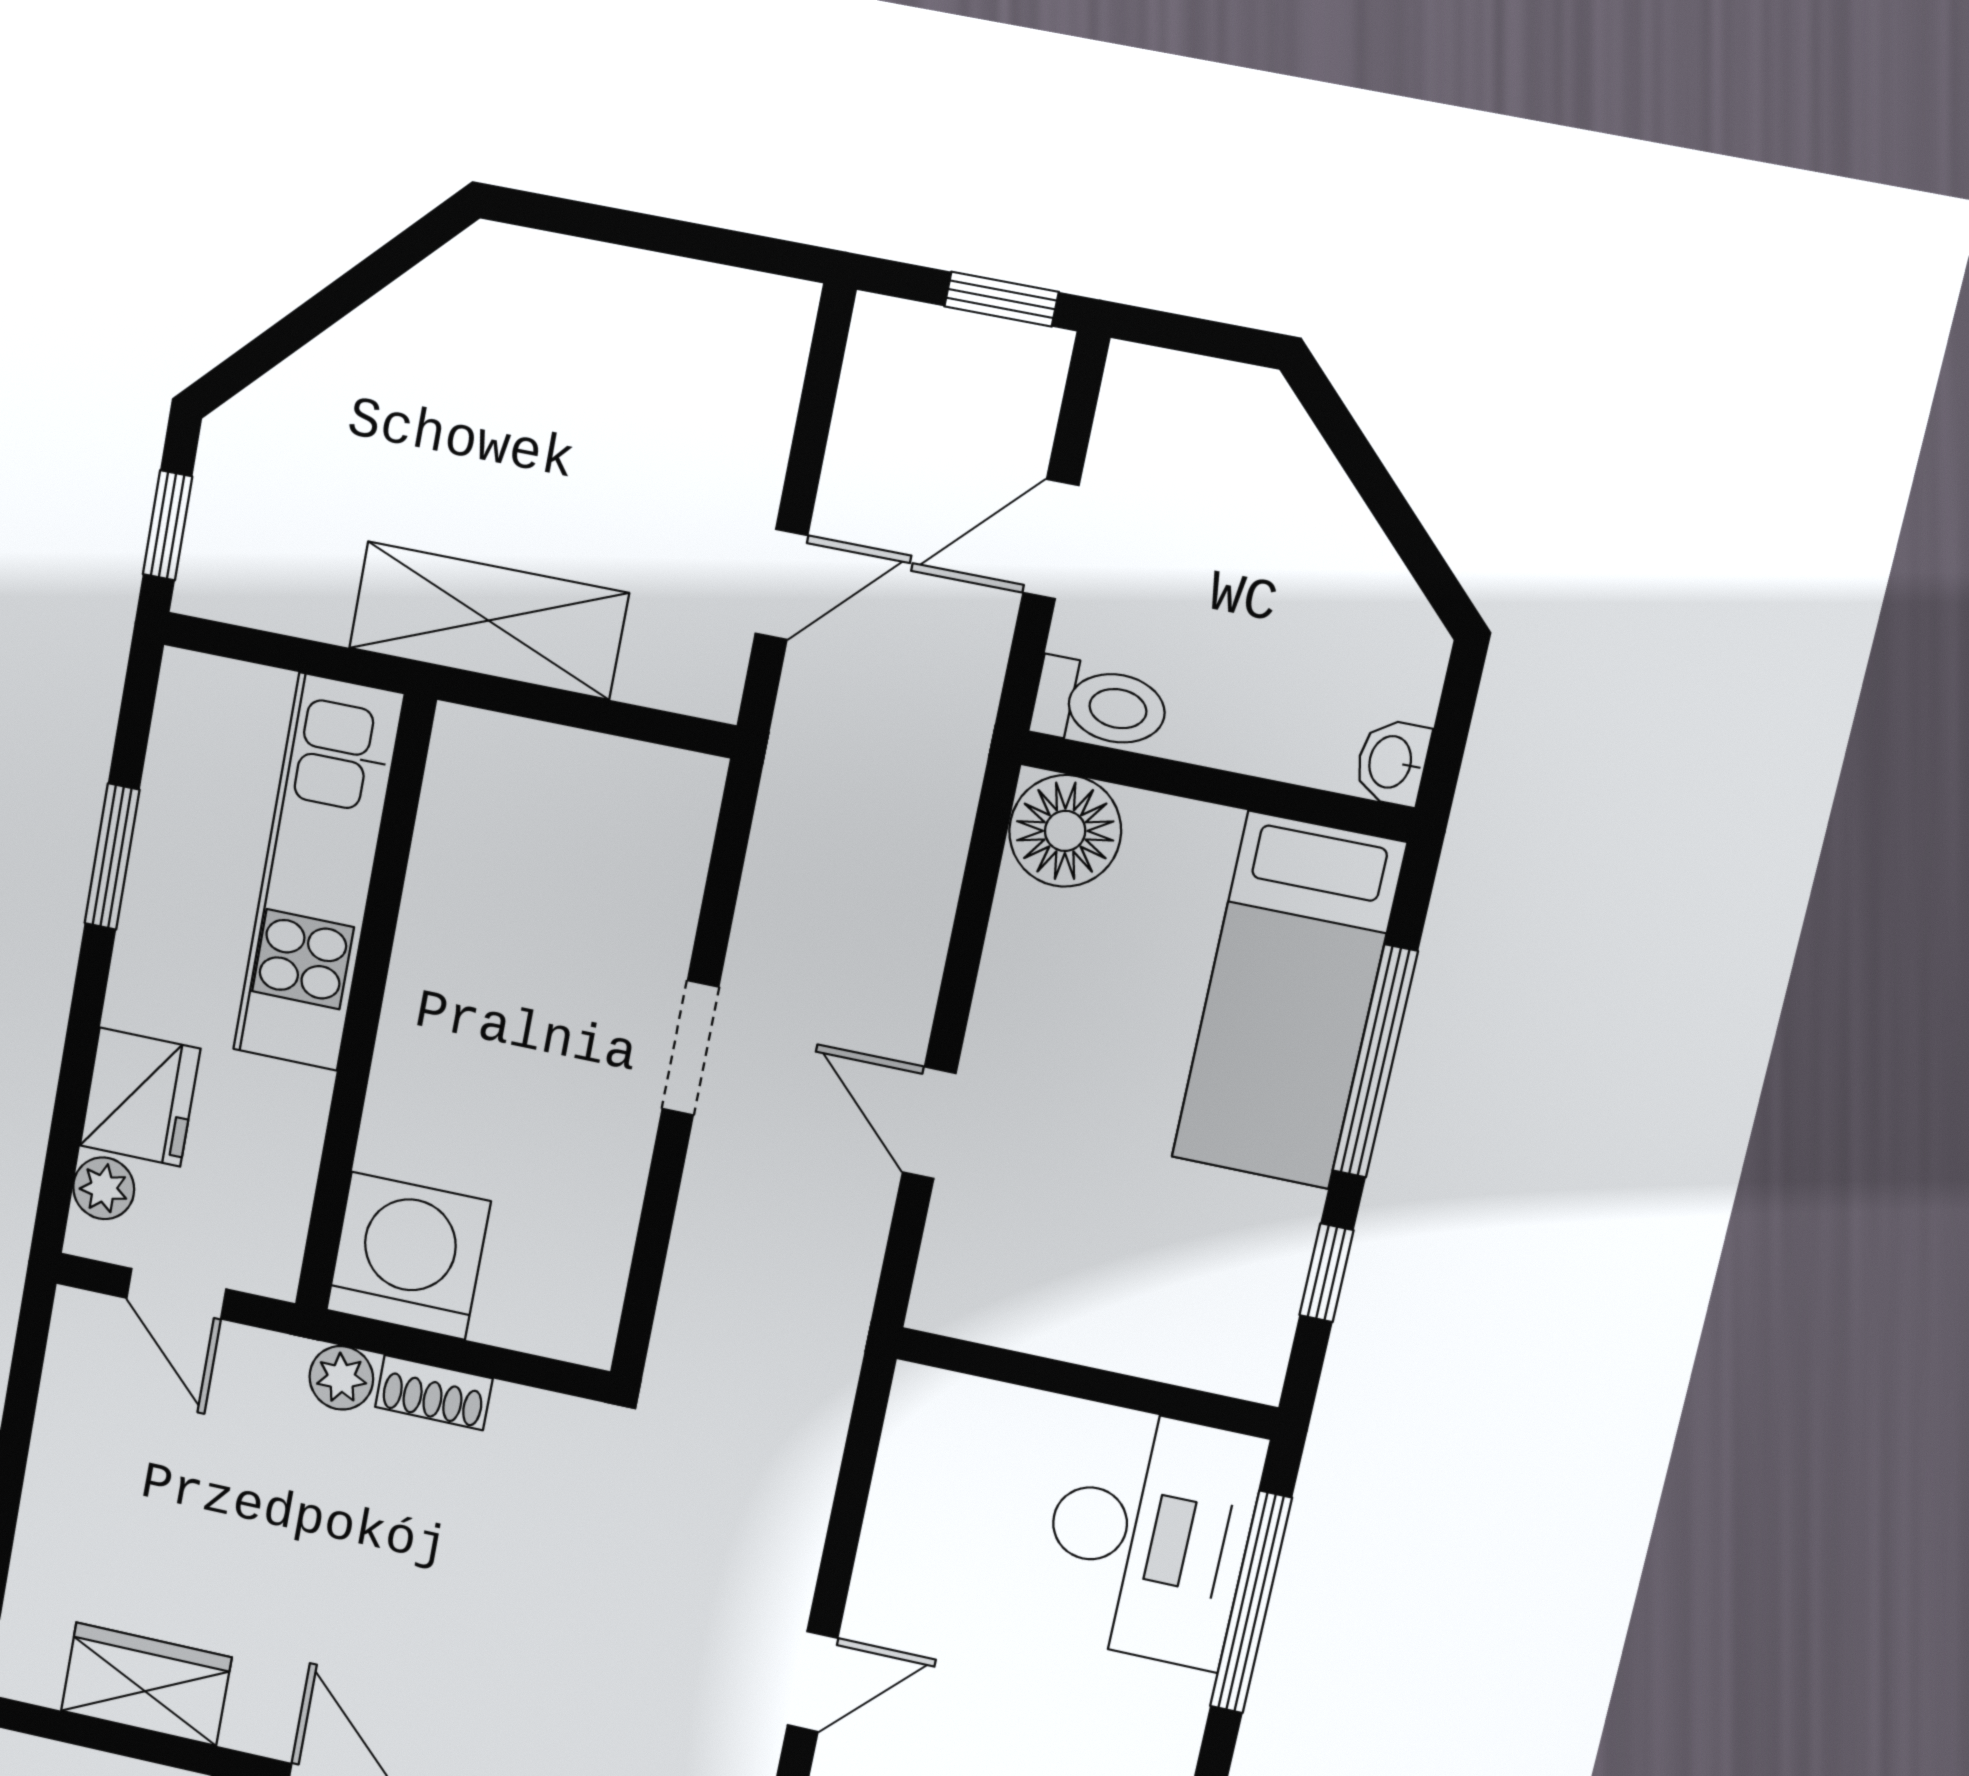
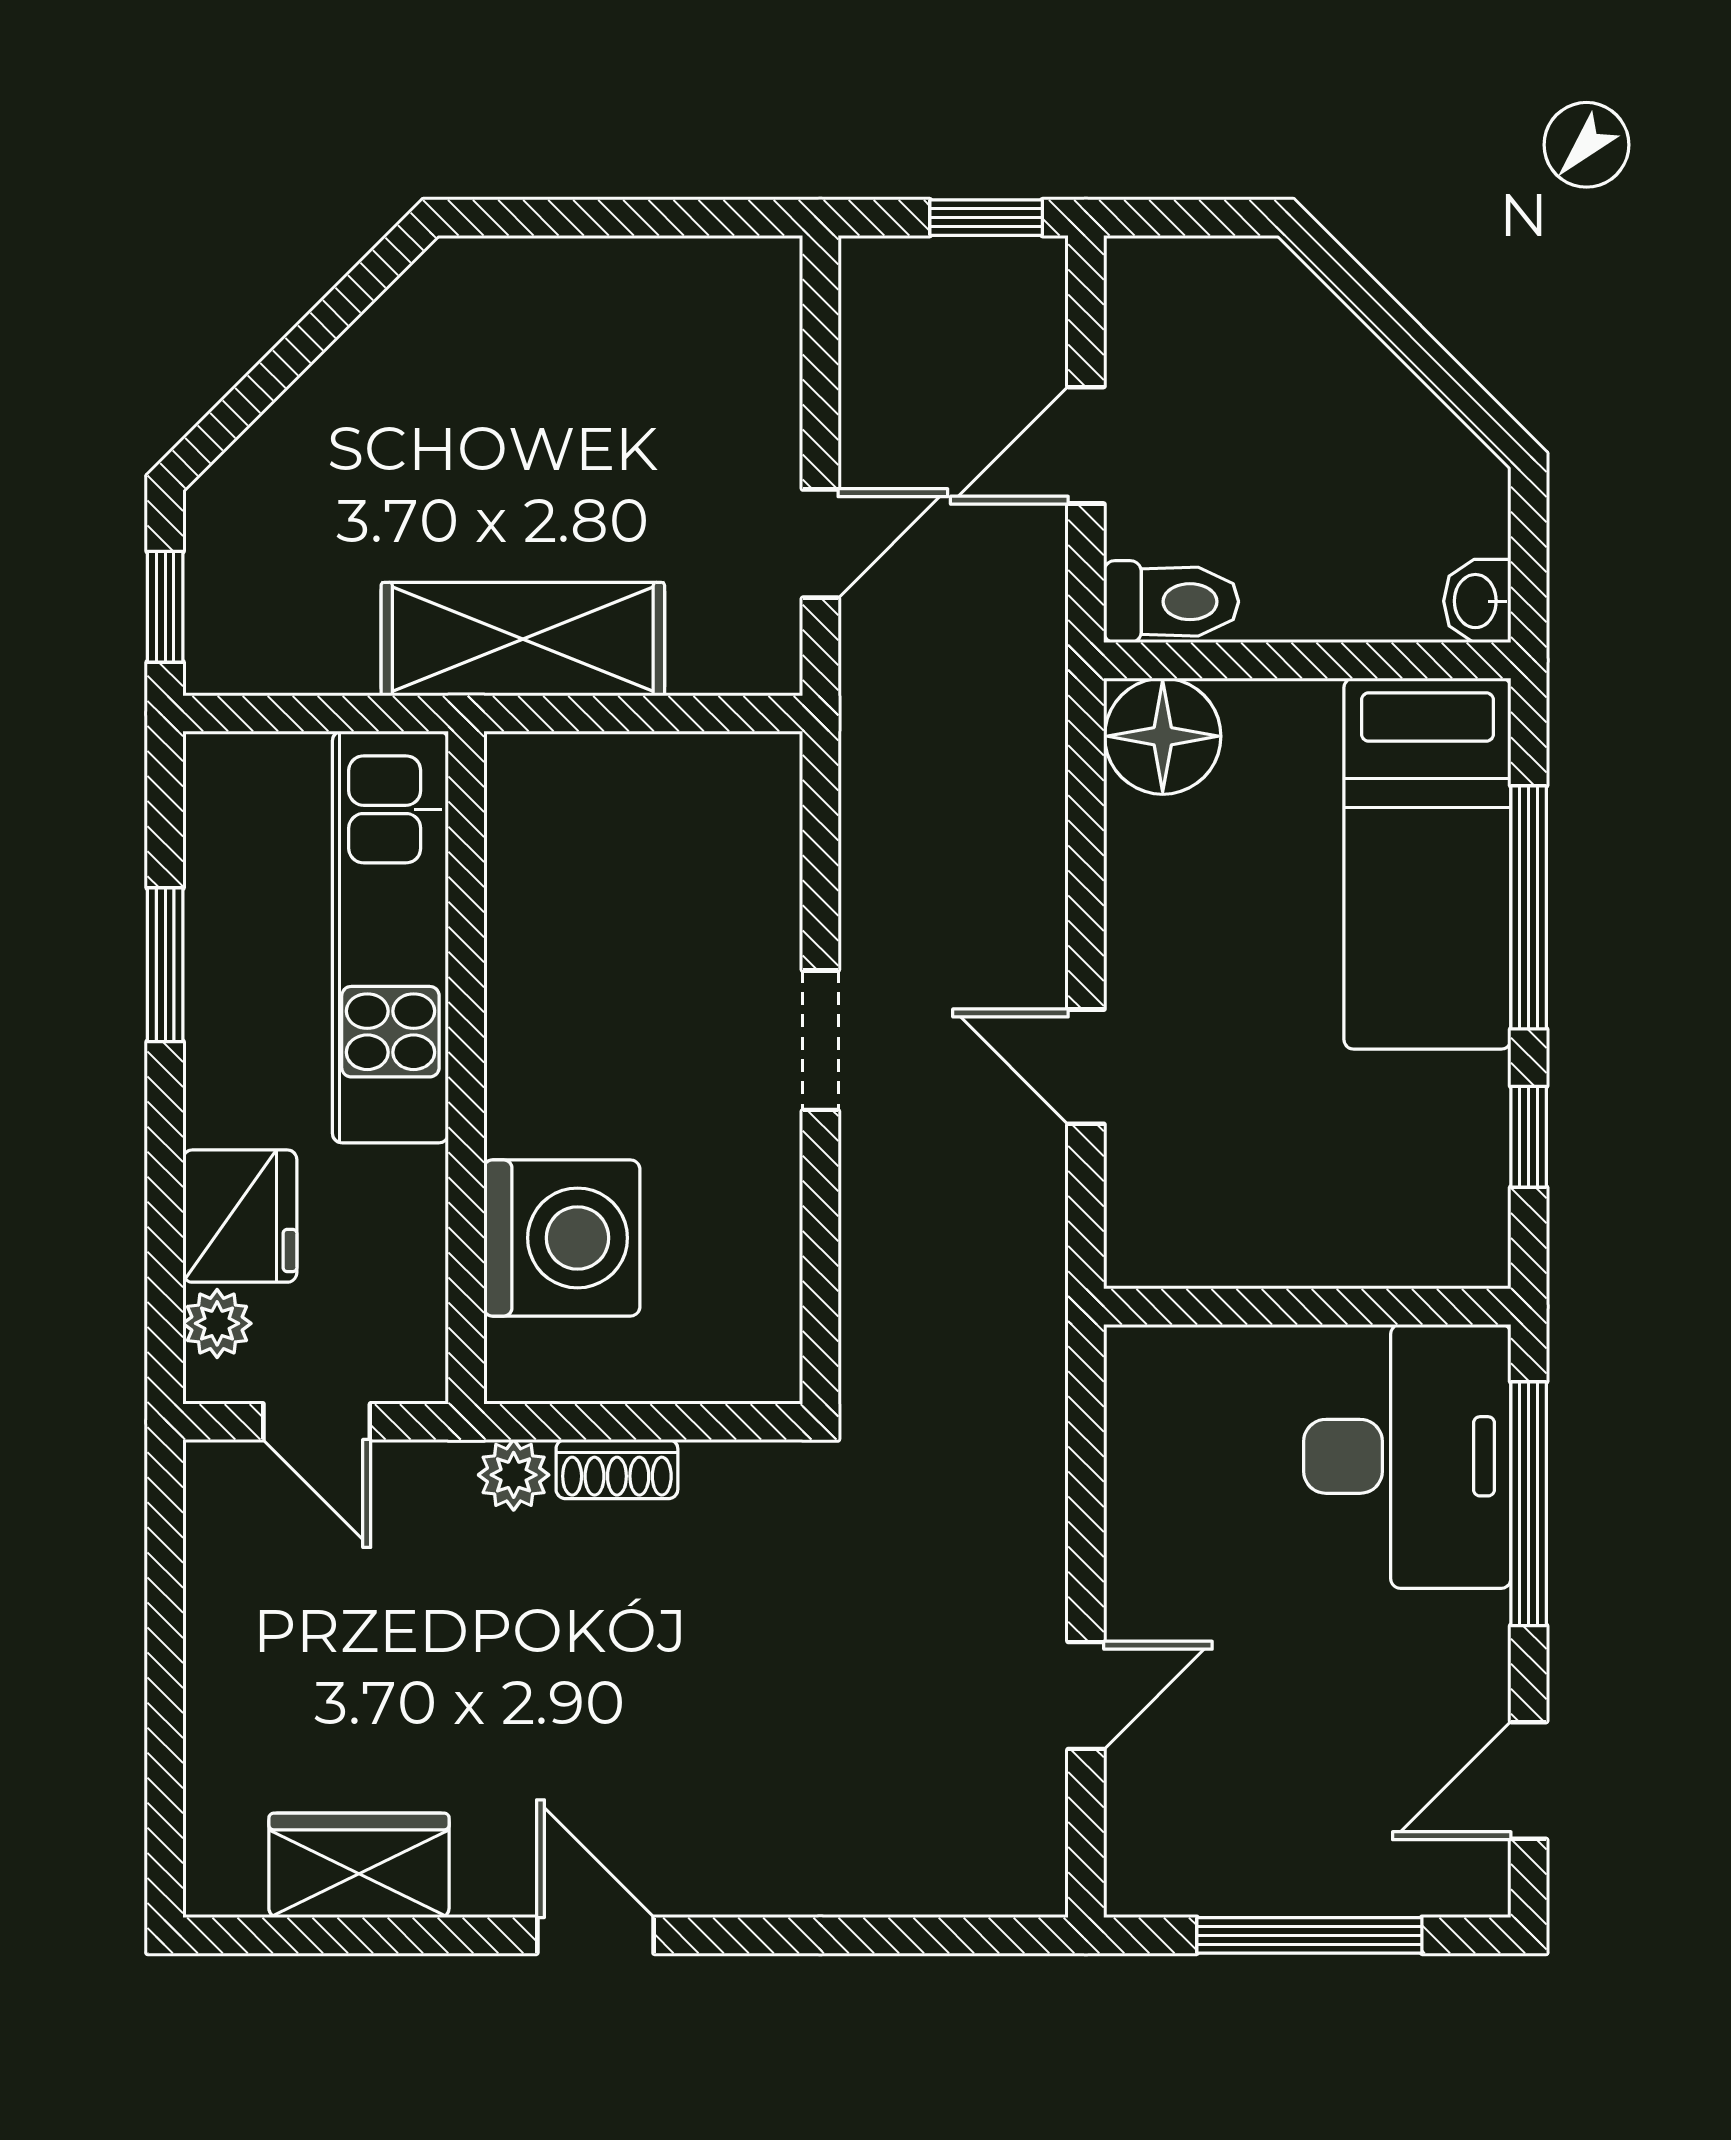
washing machine: (408, 1256) -> (562, 1238), moved, turned 90

